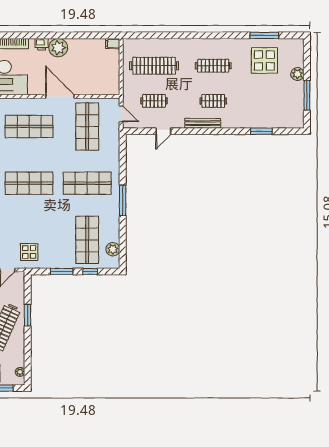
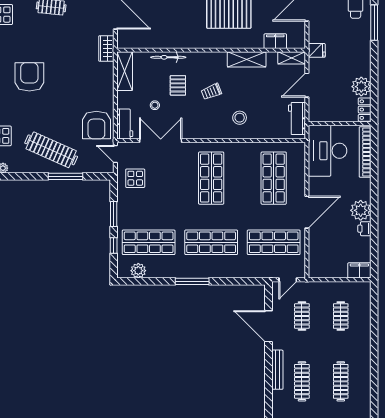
printer: (42, 44) -> (364, 229), moved
filing cabinet: (113, 44) -> (359, 270), width x2.00
clothes rail: (154, 66) -> (341, 316), width x0.54, depth x0.76
clothes rail: (213, 101) -> (302, 381), width x1.36
door: (163, 131) -> (268, 326), width x1.88
shop shelf: (87, 183) -> (211, 242), turned 90
window: (28, 315) -> (65, 176), width x1.44

